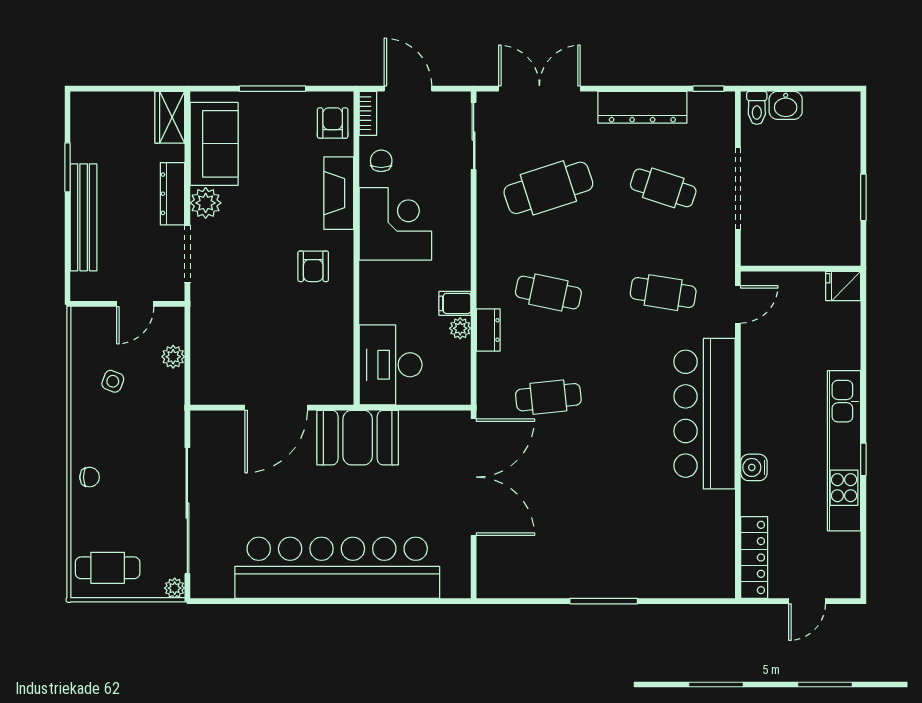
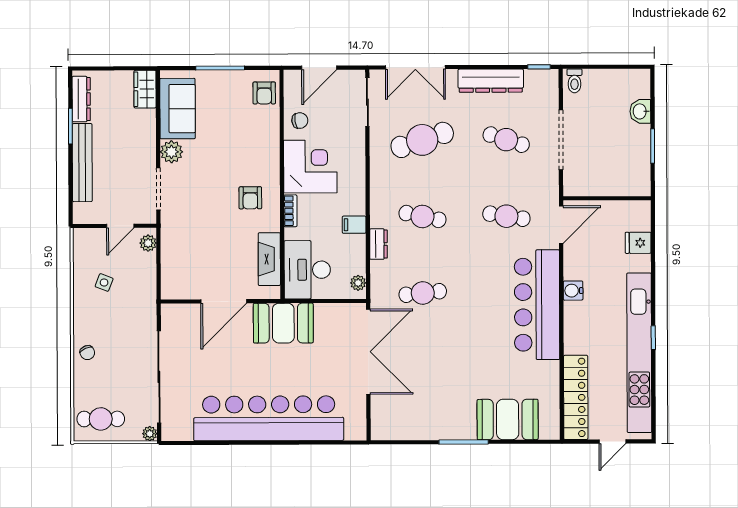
door: (408, 89) -> (319, 68), swing flipped
double door: (539, 89) -> (415, 67), swing flipped
washbasin: (786, 105) -> (640, 111), moved, turned 90
bookcase: (368, 113) -> (290, 211), moved
armchair: (333, 123) -> (264, 93), turned 180
chair: (381, 161) -> (300, 121), turned 81
fireplace: (339, 193) -> (269, 259), moved
dresser: (172, 194) -> (81, 99), moved, turned 180
fridge: (843, 286) -> (638, 243), moved
door: (738, 304) -> (561, 225), width x1.38
plant: (460, 328) -> (358, 283), moved
plant: (173, 357) -> (148, 243), moved
kitchen unit: (844, 451) -> (639, 353), width x1.36
water cooler: (754, 467) -> (573, 291), moved
chair: (90, 477) -> (87, 353), turned 67
locker: (754, 557) -> (576, 397), width x1.41, depth x1.21
booth: (664, 570) -> (508, 419), added

